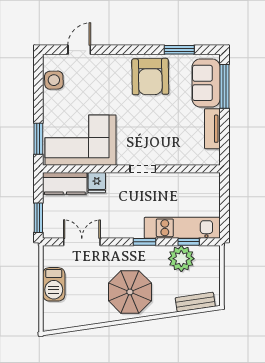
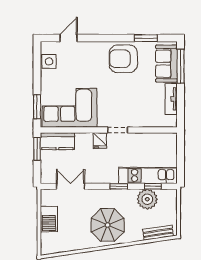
armchair: (150, 77) -> (123, 59), turned 91
fridge: (97, 183) -> (100, 141), moved
window: (38, 218) -> (37, 149), moved

